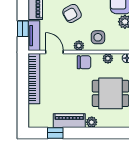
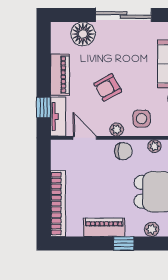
bookcase: (34, 79) -> (58, 204), moved
plant: (92, 122) -> (152, 229), moved
window: (55, 133) -> (124, 243), moved

